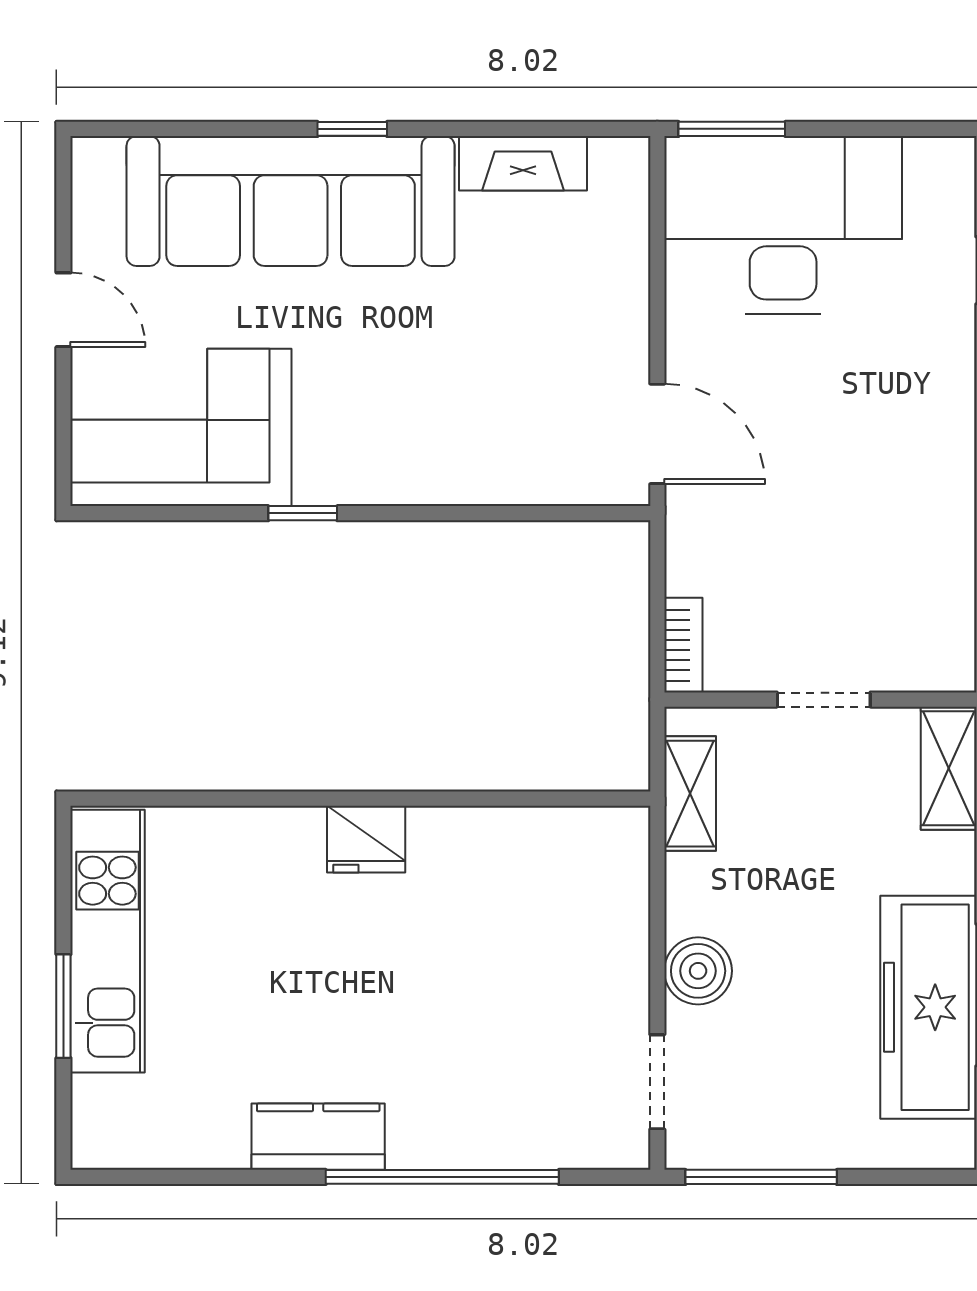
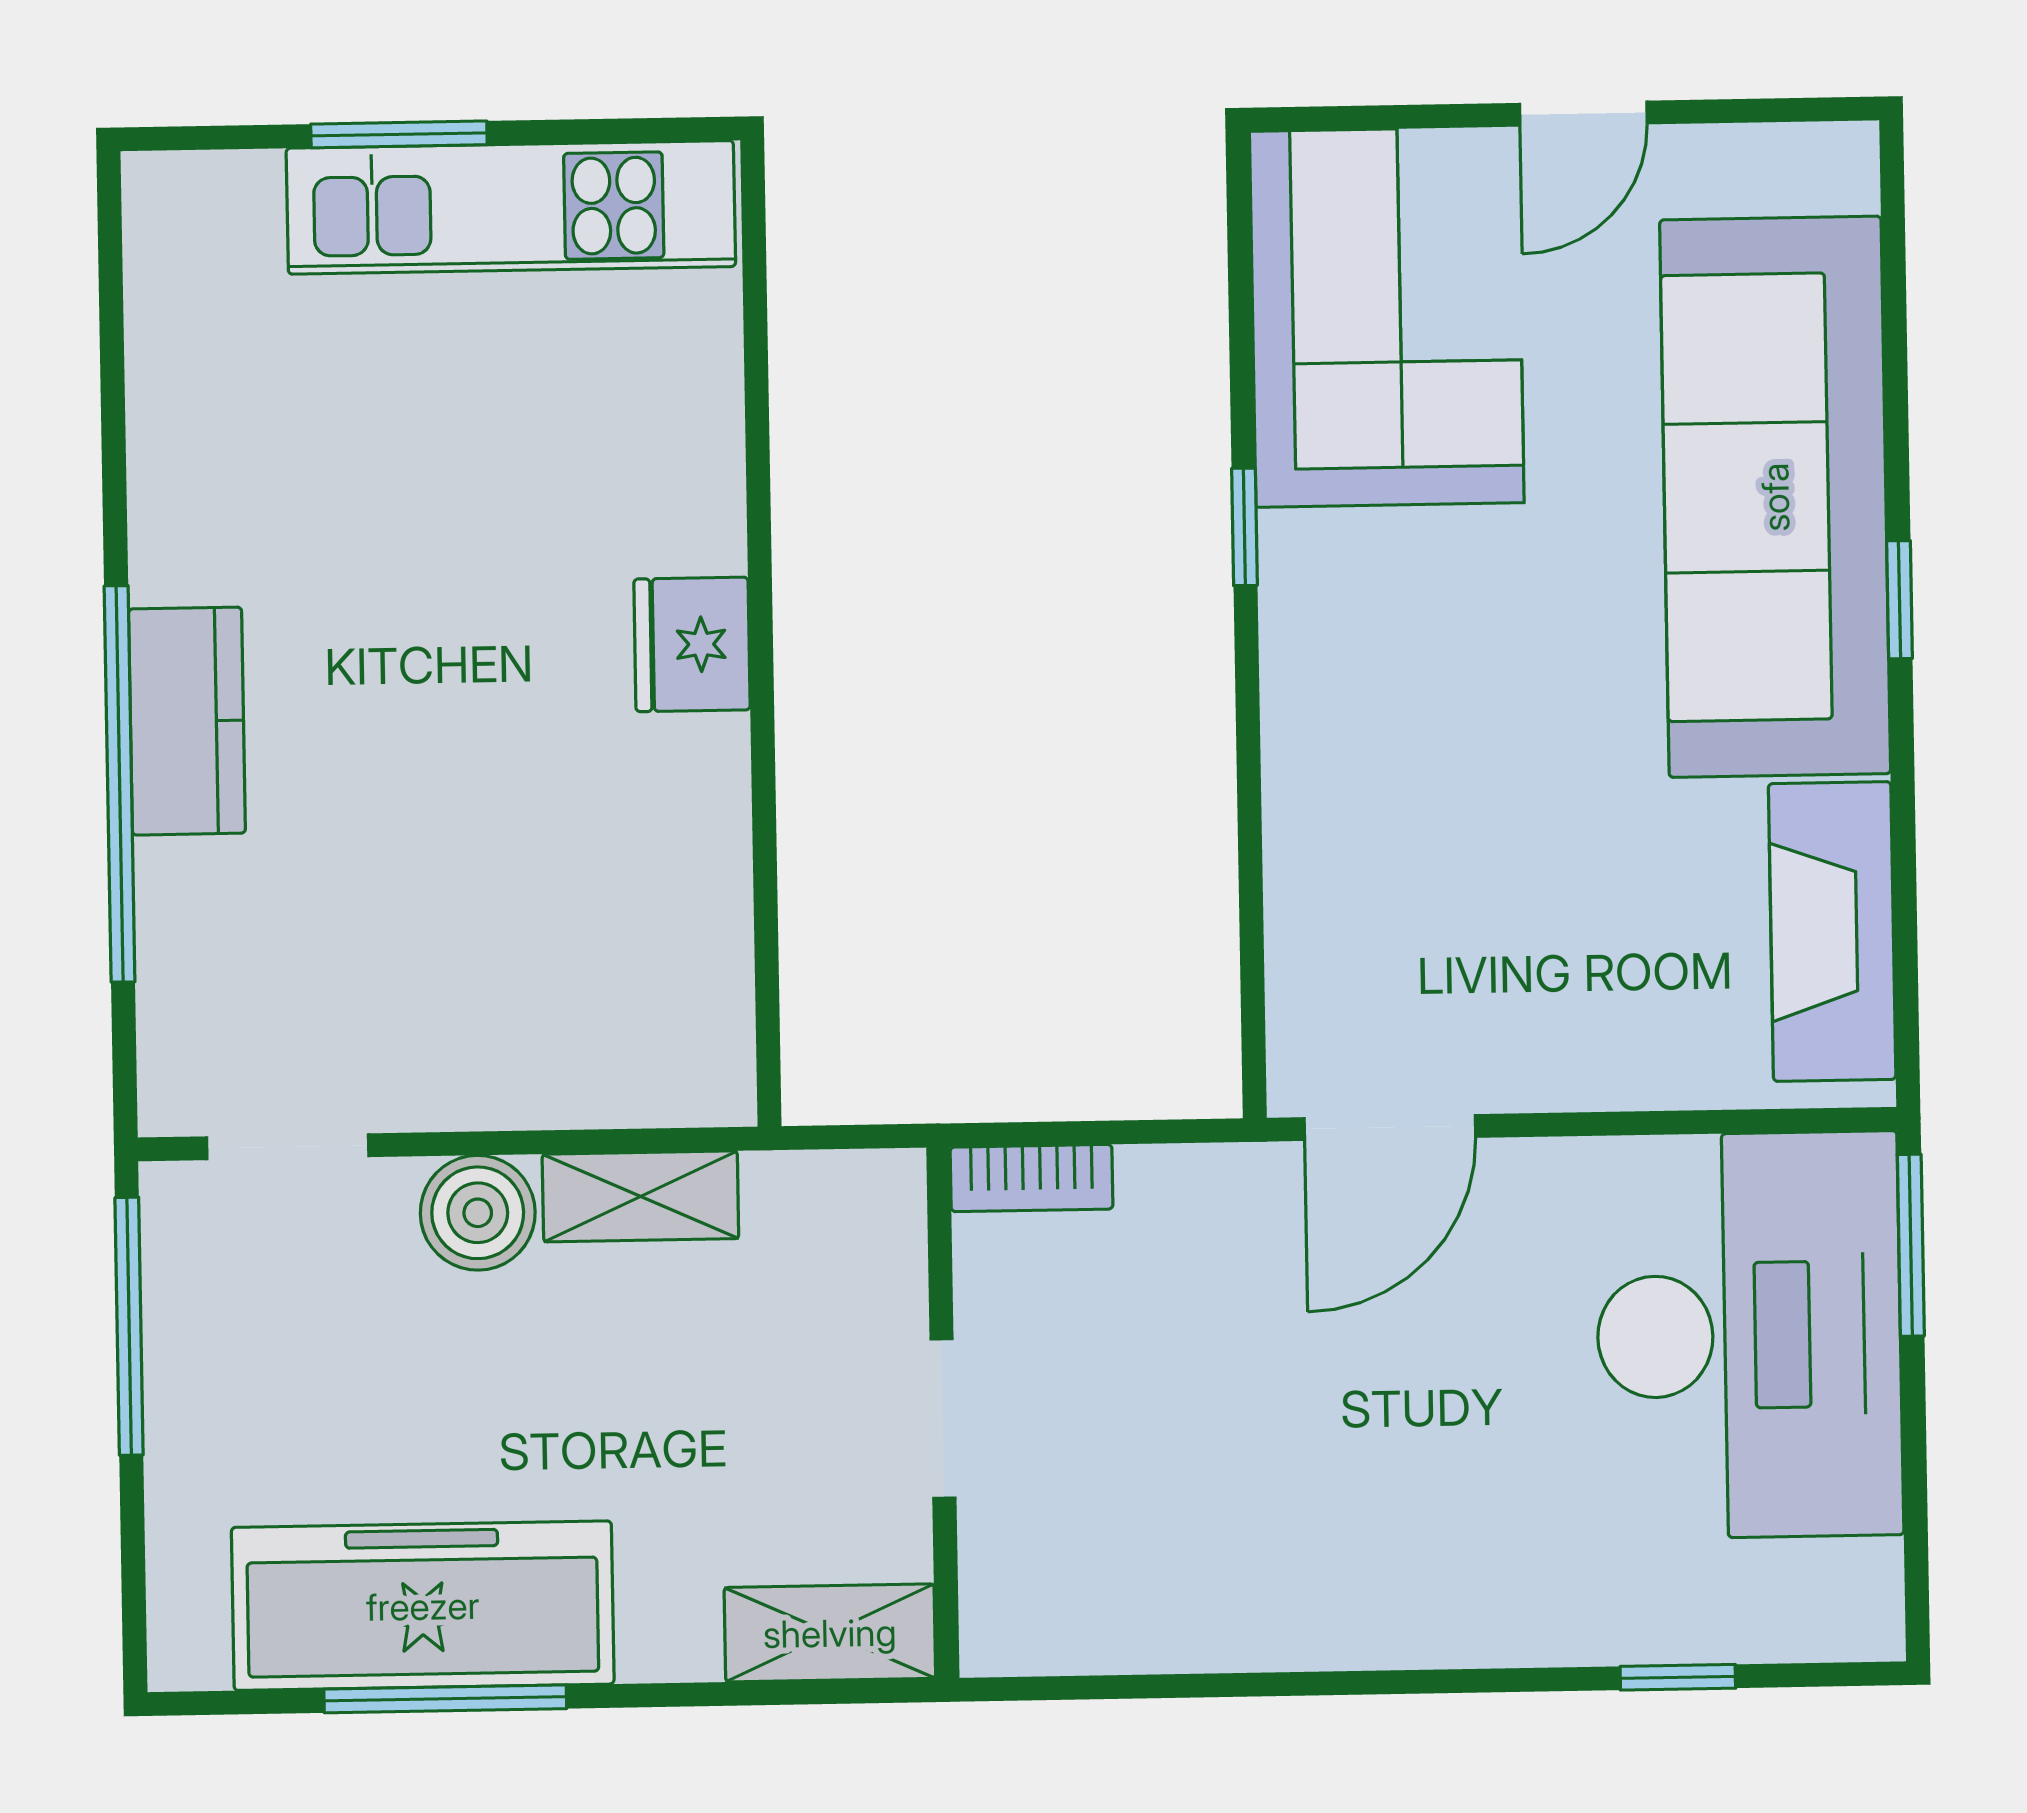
fireplace: (523, 163) -> (1832, 931), width x1.37, depth x1.32
shelving: (690, 794) -> (640, 1196), moved
kitchen counter: (318, 1137) -> (187, 721), moved

